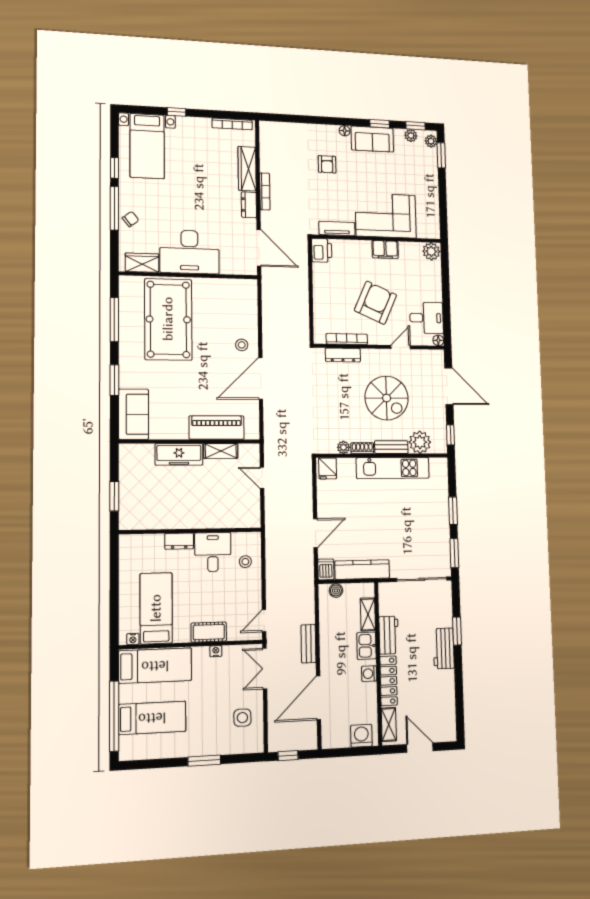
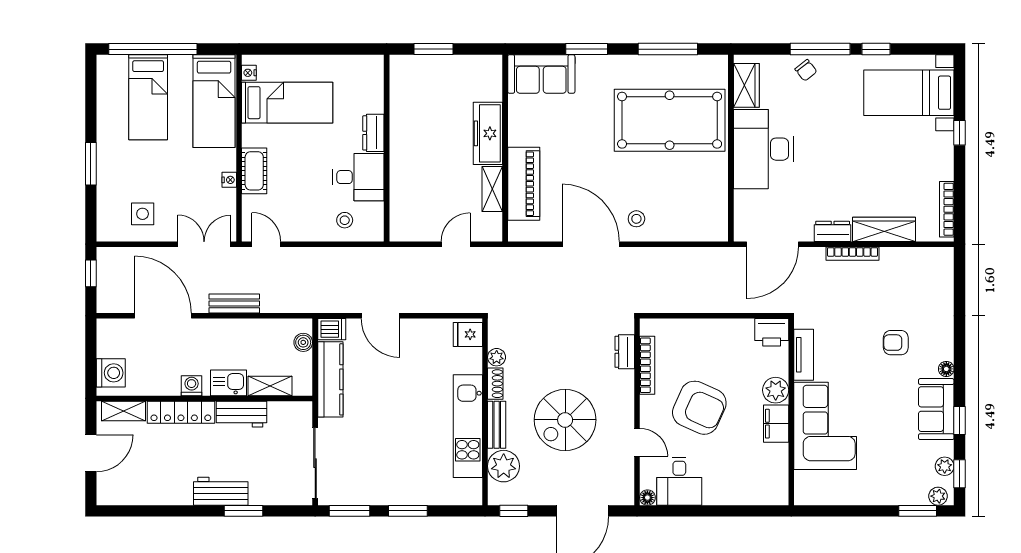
plant: (431, 251) -> (776, 390), moved
dresser: (343, 355) -> (625, 352), width x0.70

